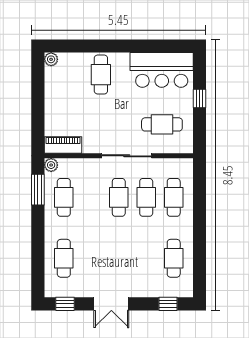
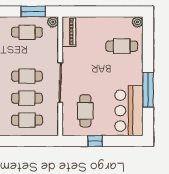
window: (136, 46) -> (148, 90), added
cafe table: (101, 75) -> (122, 46), moved
window: (200, 98) -> (95, 141), moved

